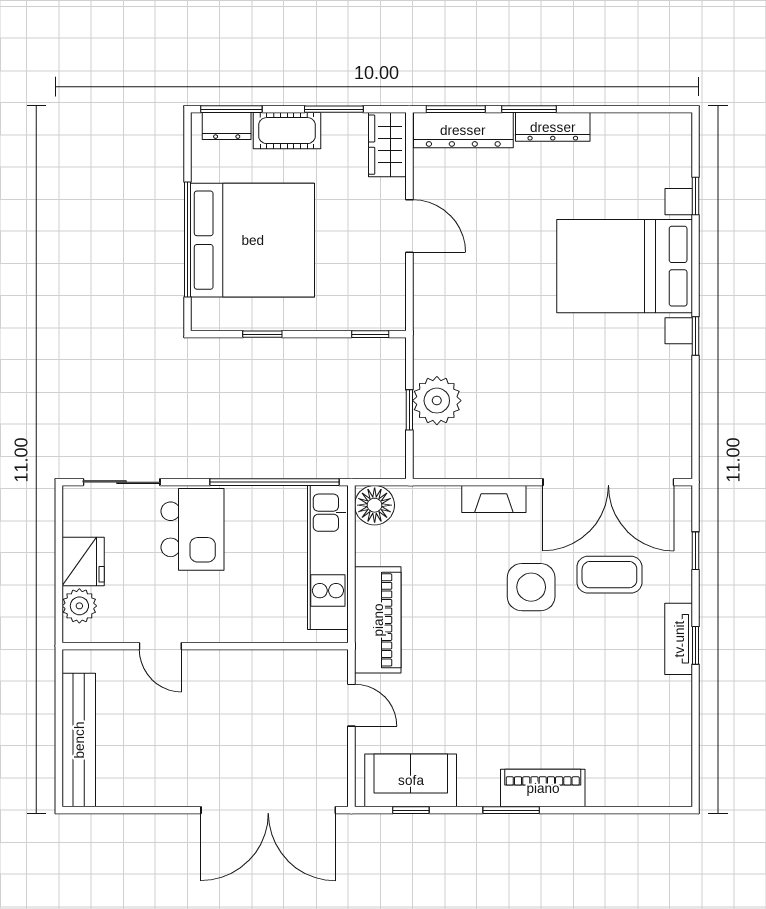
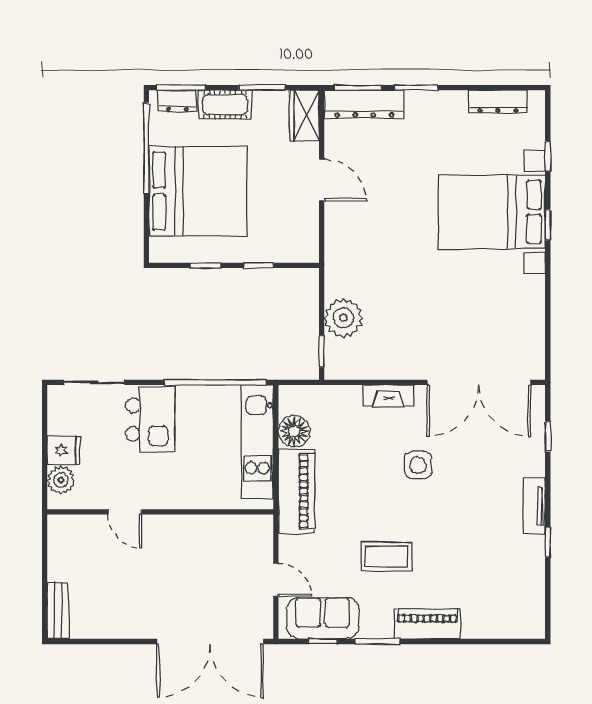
dresser: (553, 127) -> (498, 102), moved
window: (187, 240) -> (146, 148), moved
window: (370, 334) -> (259, 265), moved
window: (695, 336) -> (548, 225), moved
window: (409, 410) -> (322, 351), moved
floor lamp: (375, 505) -> (294, 431), moved
fridge: (83, 562) -> (64, 450), width x0.72
coffee table: (609, 575) -> (387, 557), moved
side table: (531, 587) -> (418, 465), width x0.73, depth x0.73
window: (695, 645) -> (548, 542), moved
door: (351, 705) -> (276, 580), moved
bench: (79, 740) -> (58, 611), width x0.54, depth x0.82
window: (511, 810) -> (377, 641), moved

